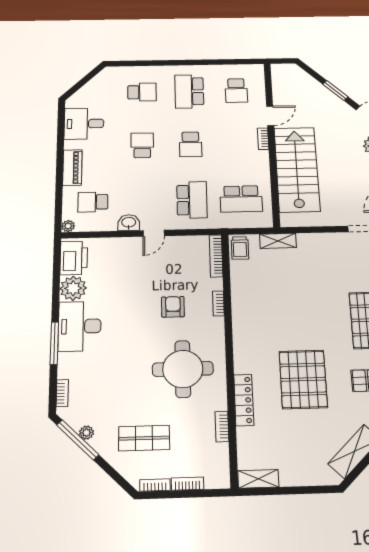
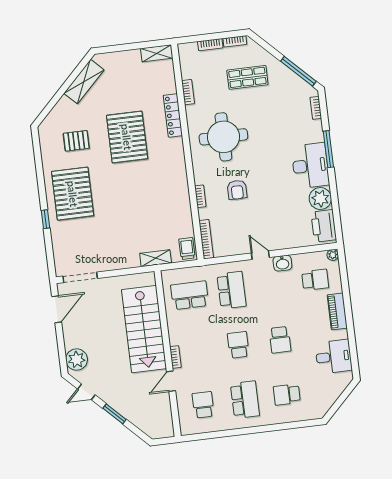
school desk: (192, 200) -> (232, 290), turned 180
door: (154, 233) -> (260, 255), hinge flipped
plant: (86, 433) -> (292, 78), removed

